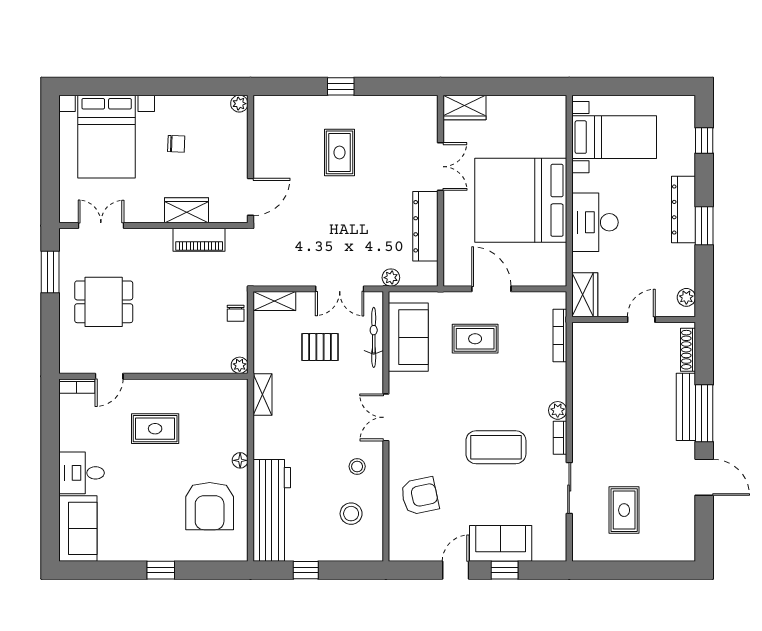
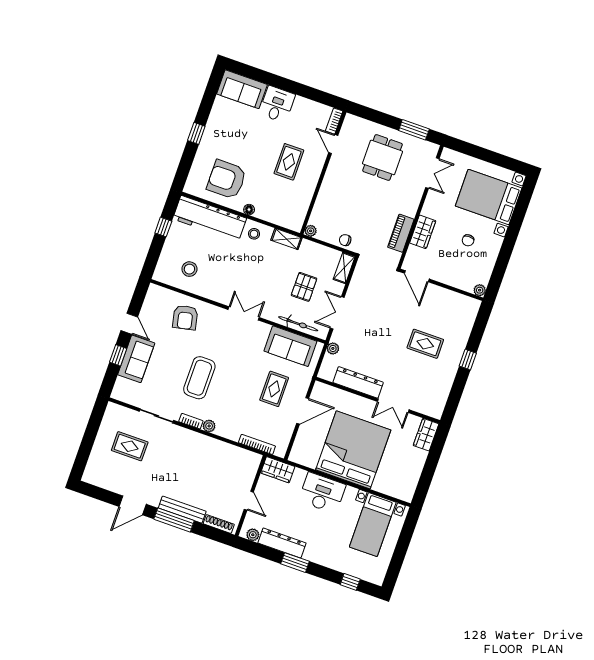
dresser: (684, 210) -> (282, 543), moved
stool: (357, 466) -> (254, 234), moved

